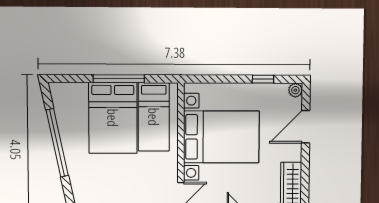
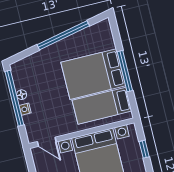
window: (219, 79) -> (144, 149), added

